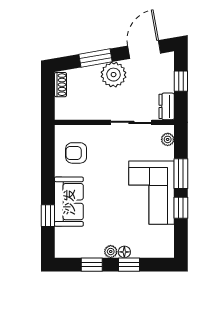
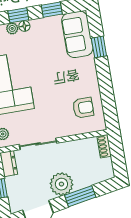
shoe rack: (60, 85) -> (104, 146), moved
sofa: (69, 202) -> (77, 34), moved
plant: (111, 252) -> (12, 28), moved

